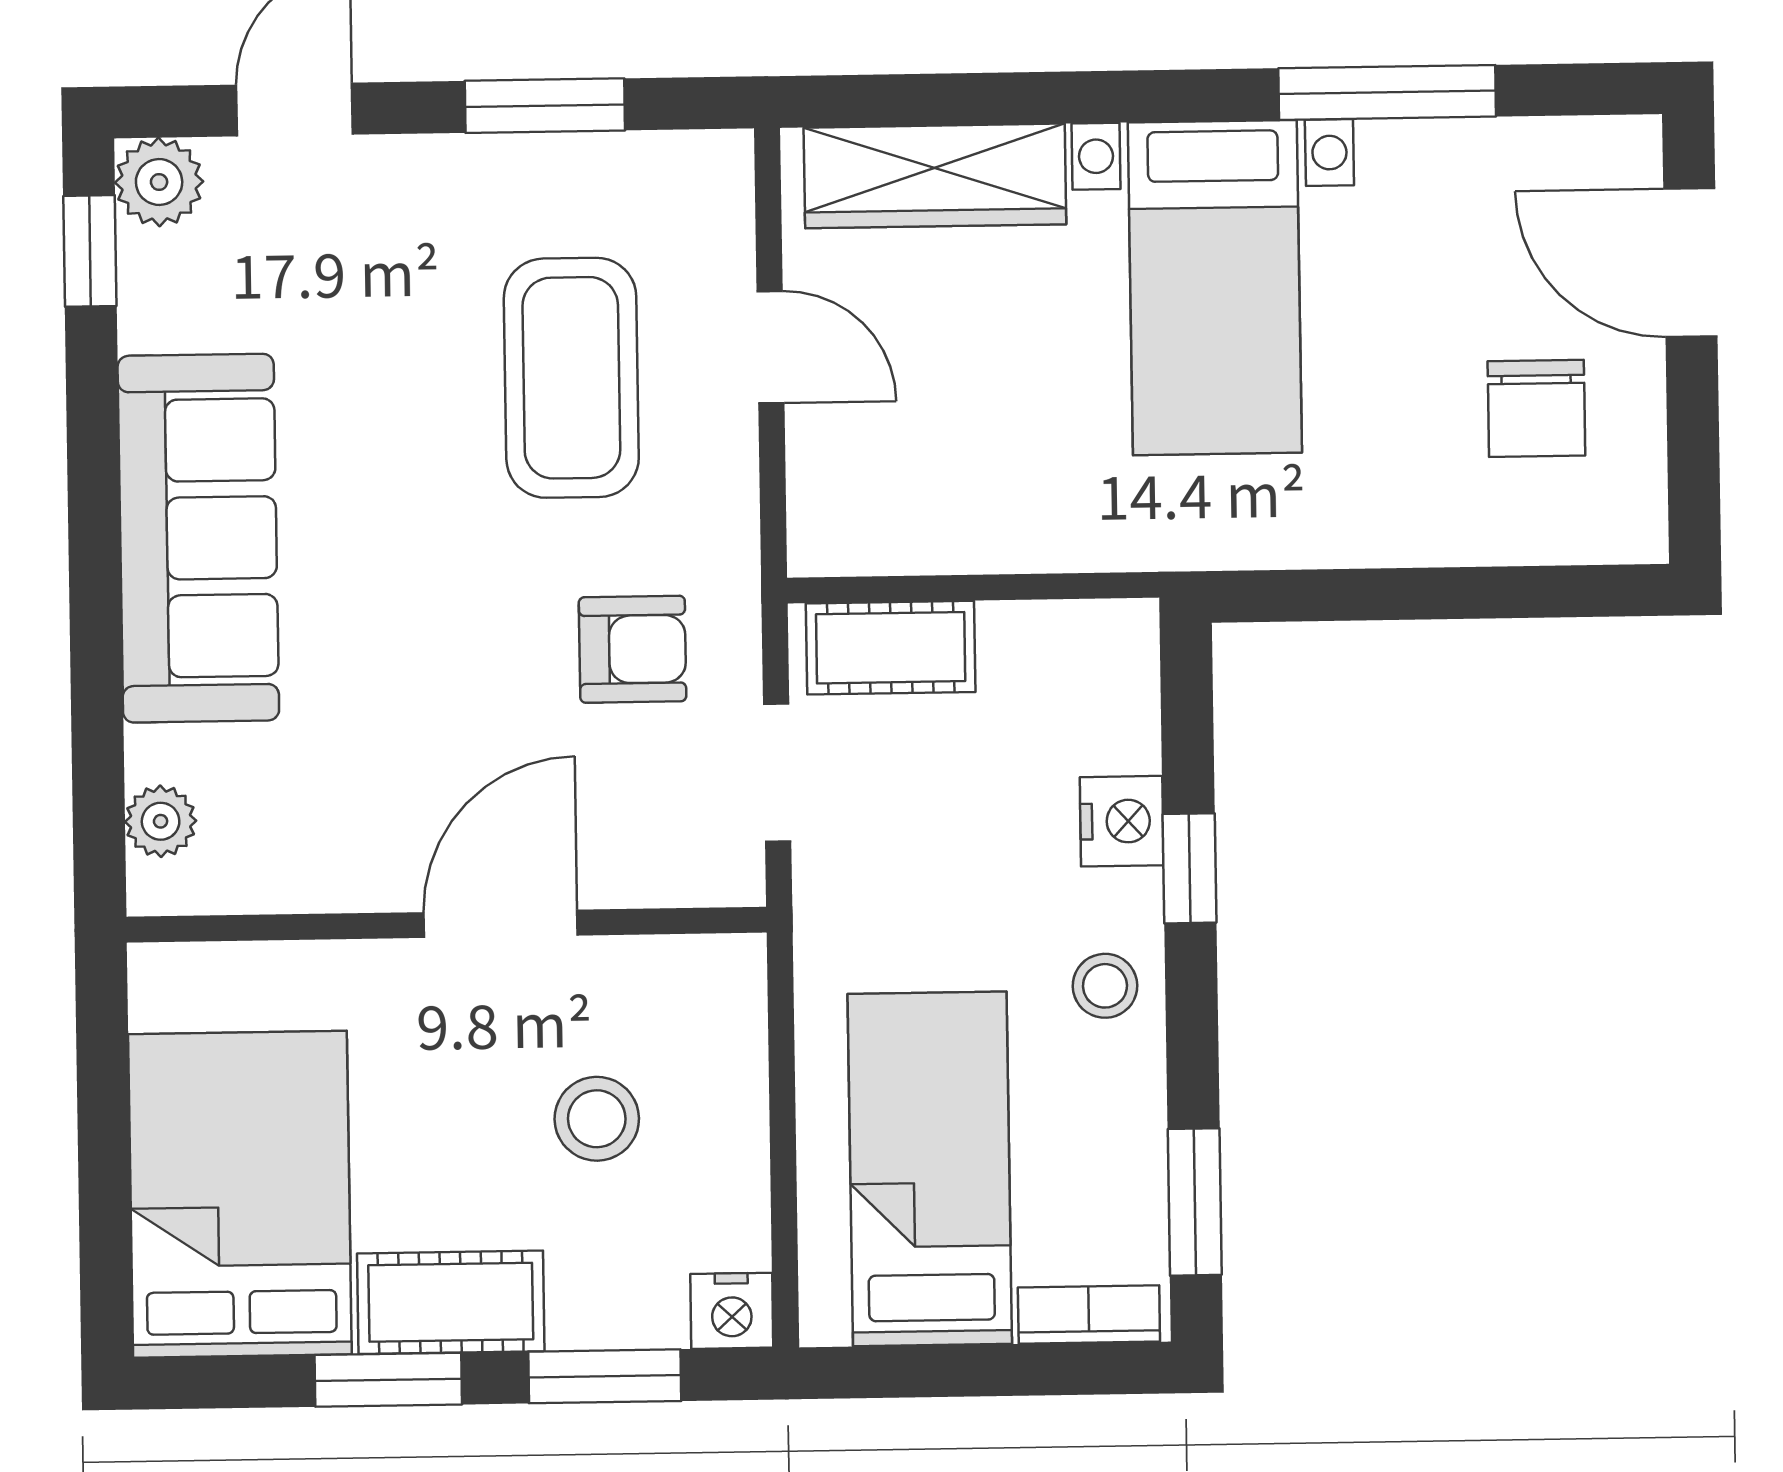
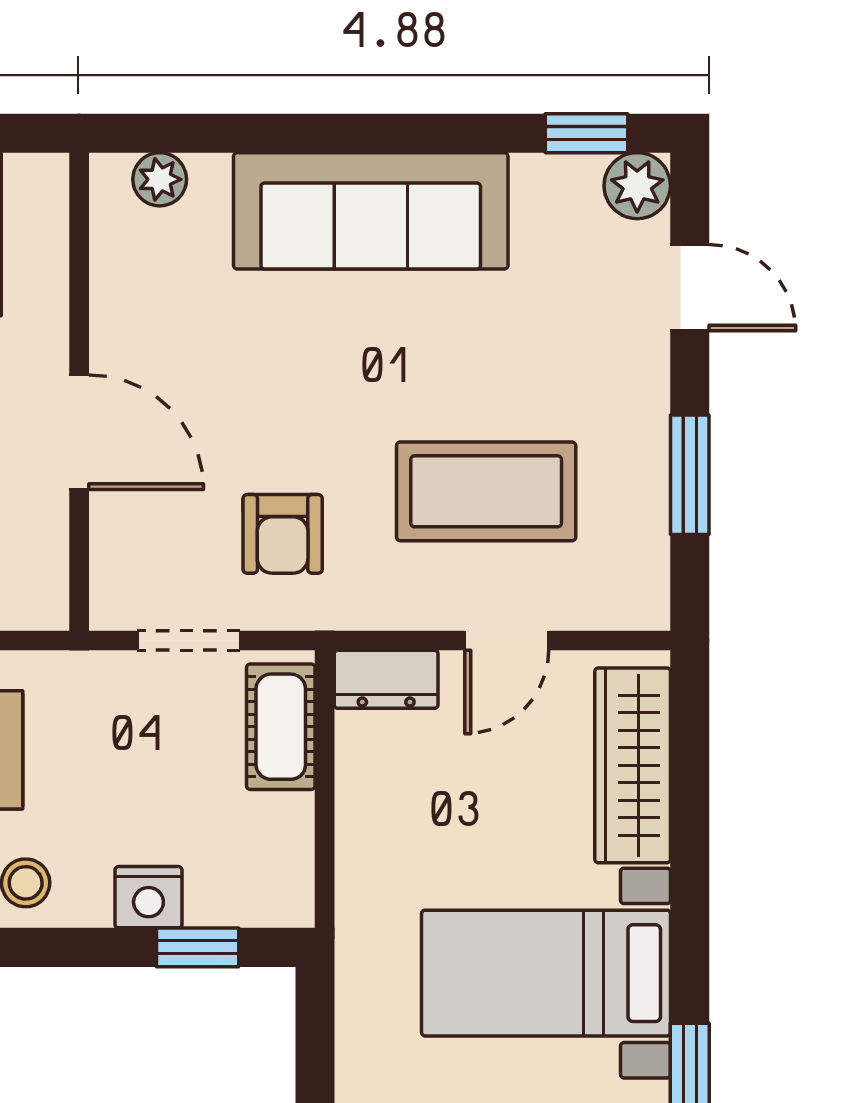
dresser: (825, 508) -> (386, 679), added
window: (1190, 868) -> (198, 947), moved

